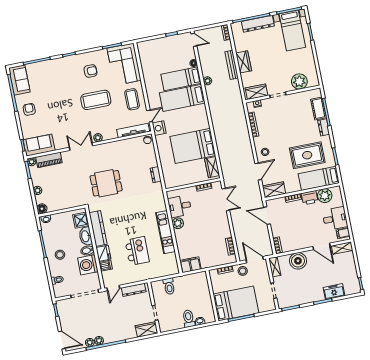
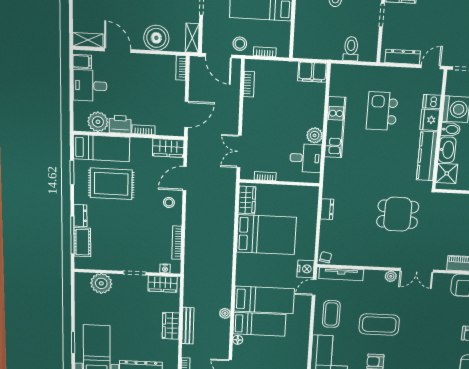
door: (267, 216) -> (186, 114), hinge flipped

